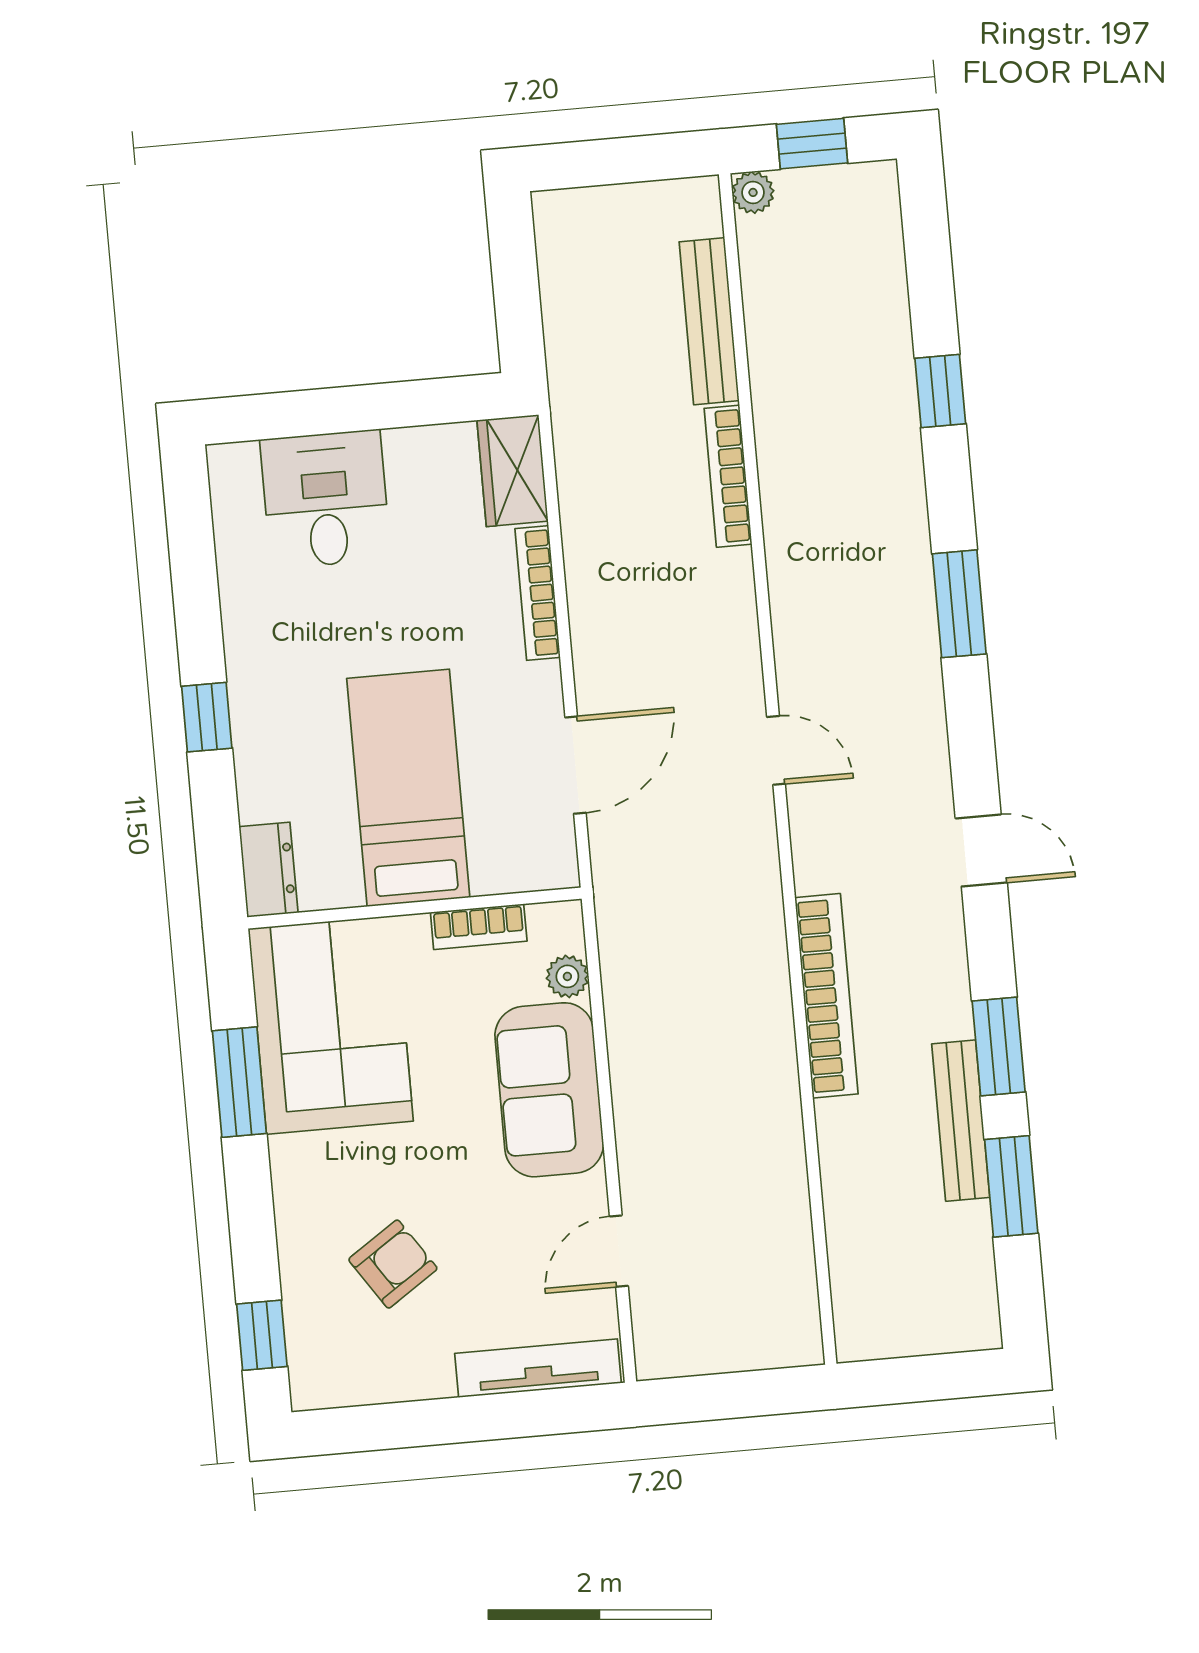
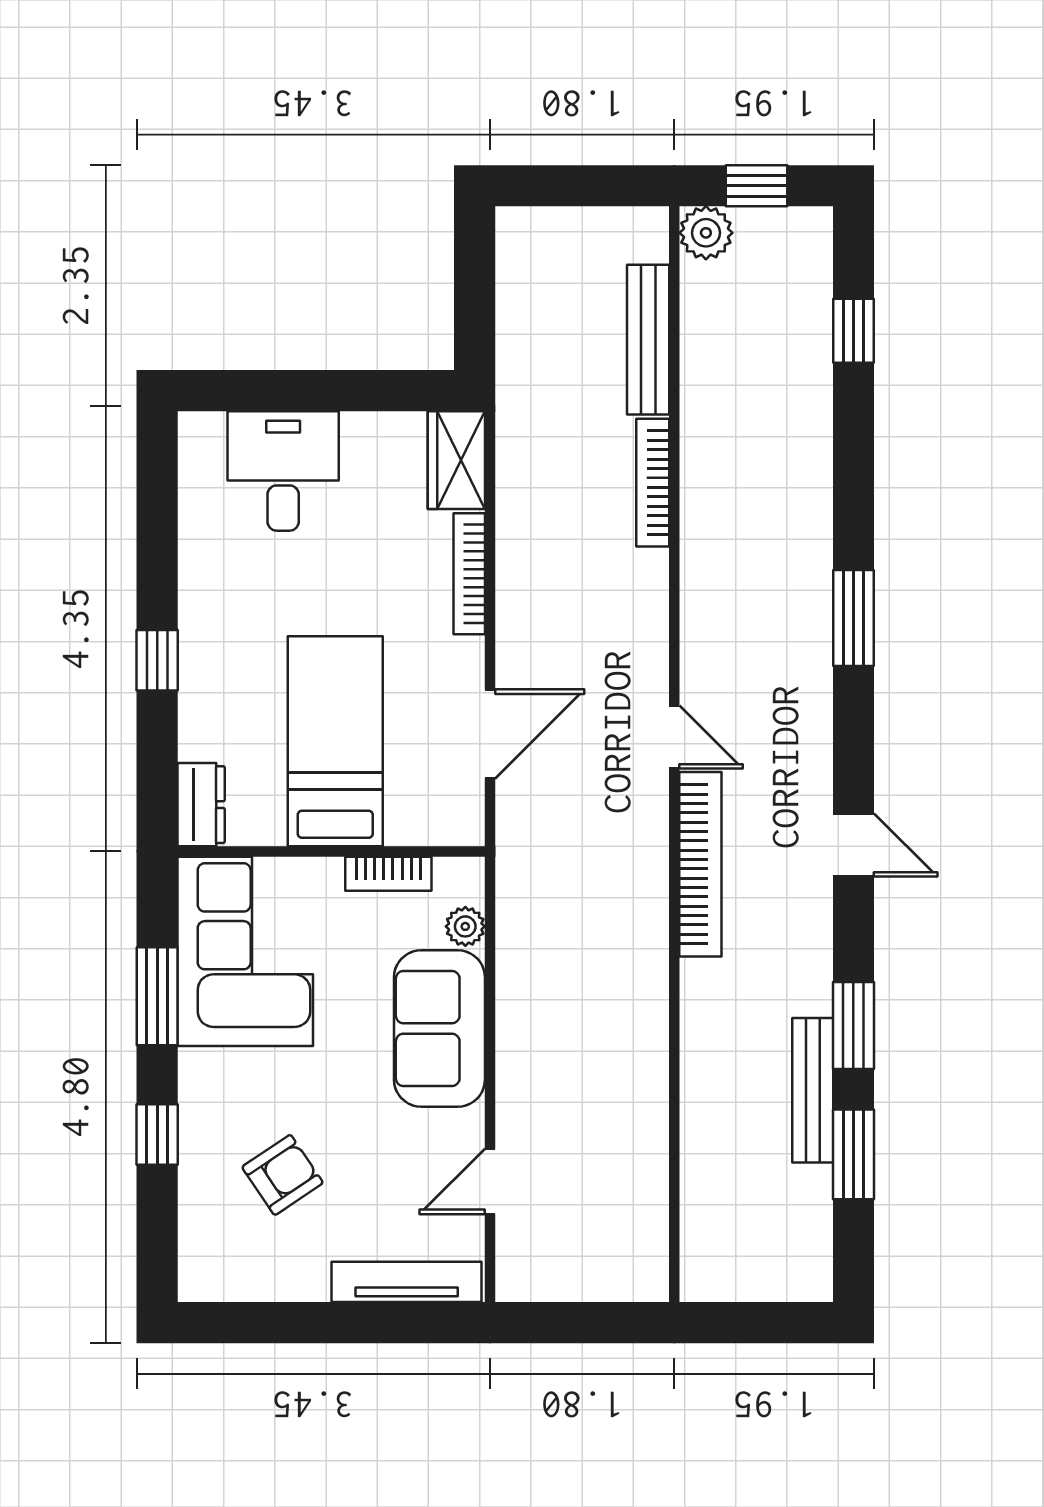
plant: (753, 192) -> (706, 233), width x1.38, depth x1.38
window: (940, 391) -> (853, 331), moved
bookcase: (826, 996) -> (700, 864), moved
window: (262, 1335) -> (157, 1135), moved

